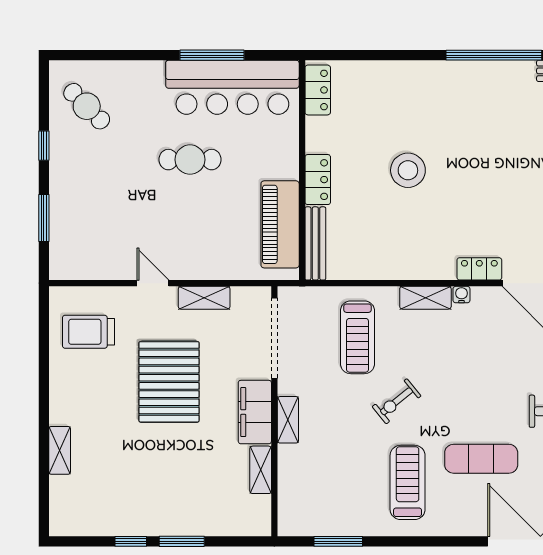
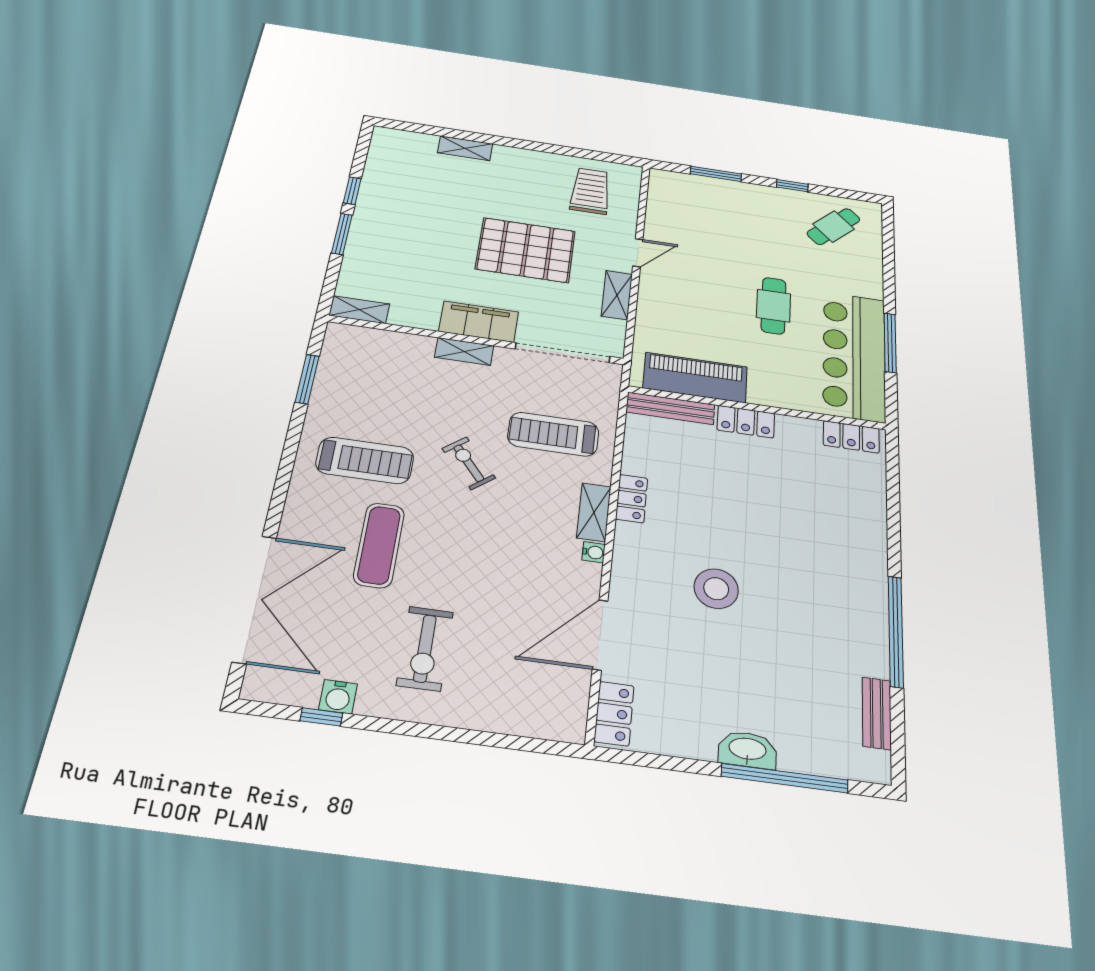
stool: (408, 170) -> (716, 589), moved
locker: (479, 269) -> (632, 499), moved
shelving: (261, 470) -> (359, 310), moved

